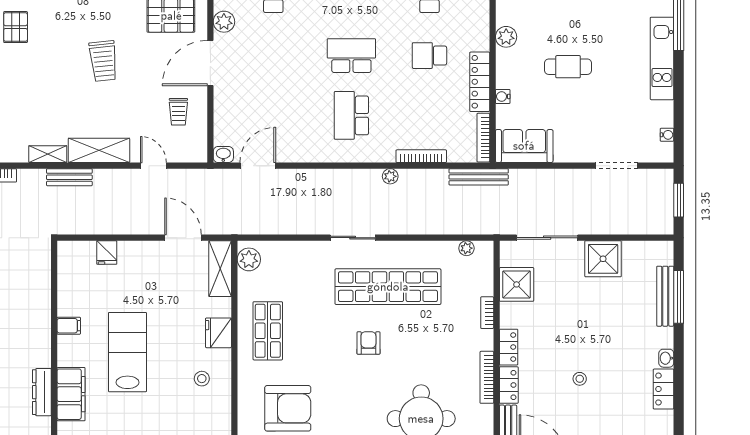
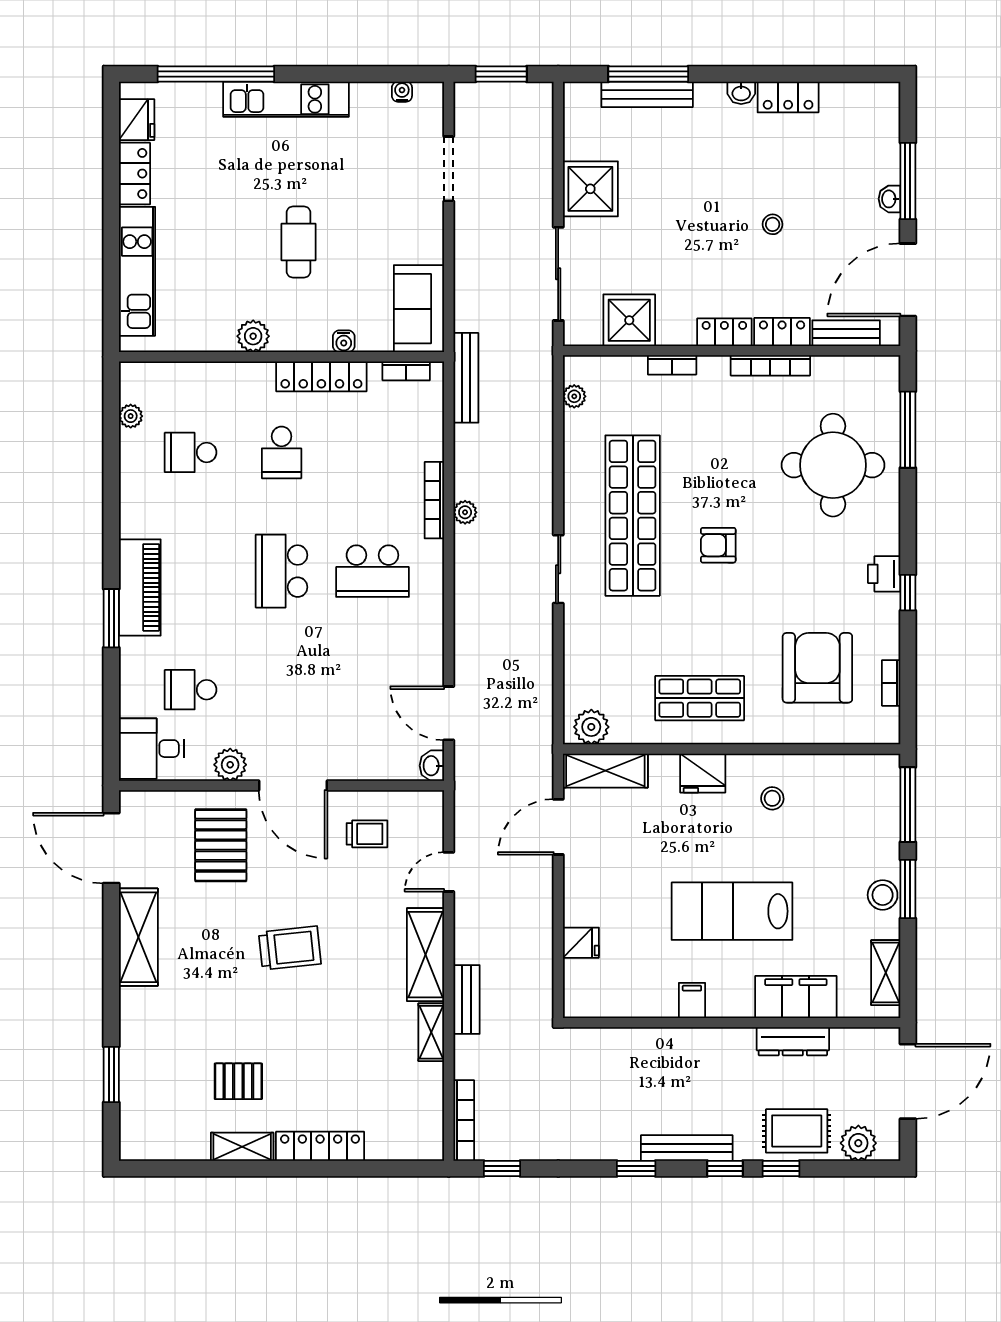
bookcase: (483, 138) -> (406, 371), width x0.64
bookcase: (421, 156) -> (434, 500), moved

